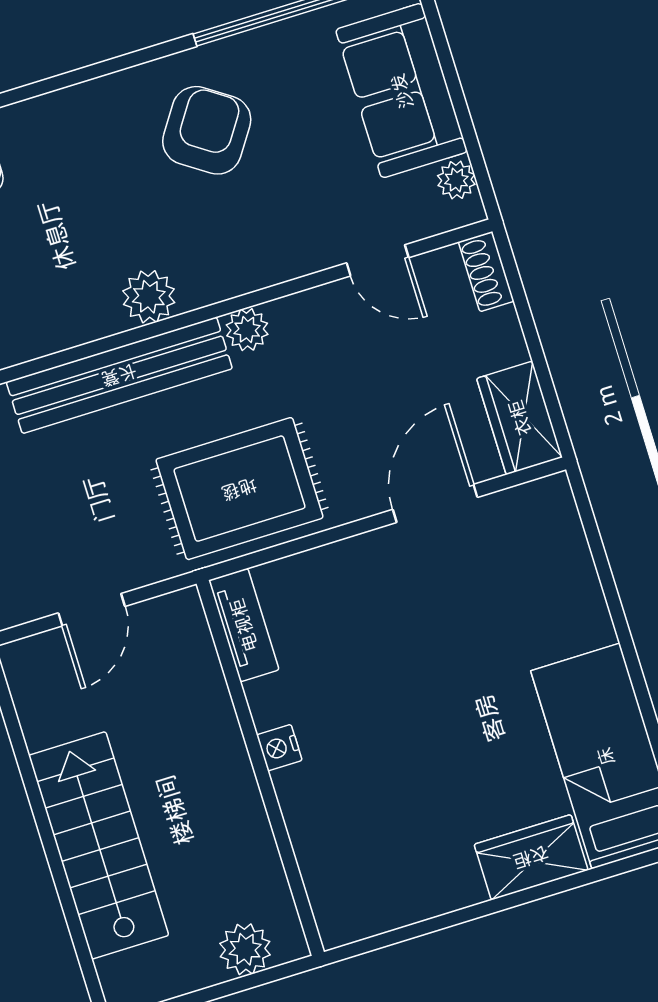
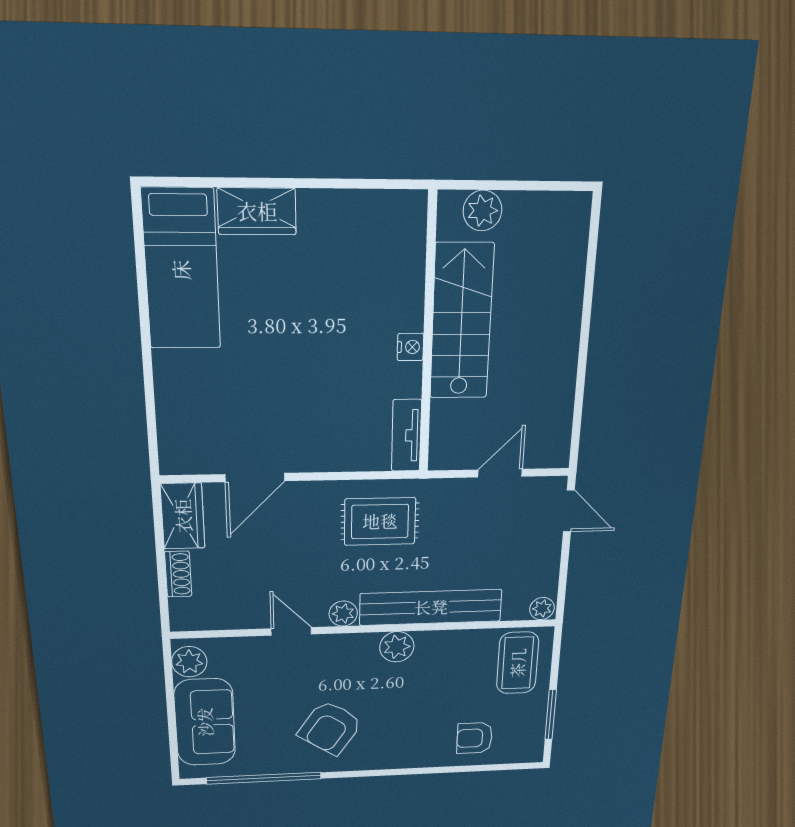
plant: (456, 180) -> (189, 662), width x1.38, depth x1.38
door: (378, 260) -> (291, 631), moved
shoe rack: (486, 272) -> (178, 574), moved
rug: (239, 489) -> (380, 521), width x0.73, depth x0.70
stairs: (99, 845) -> (461, 322), moved, turned 180

